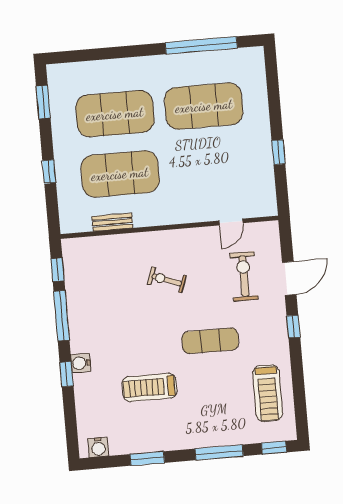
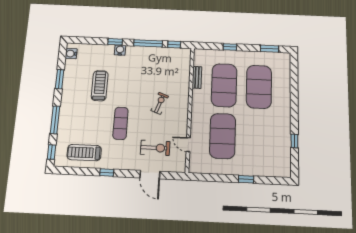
window: (201, 45) -> (294, 141), width x0.32
exercise mat: (204, 106) -> (223, 136), moved
window: (278, 152) -> (246, 179), moved
window: (293, 326) -> (107, 172), moved

